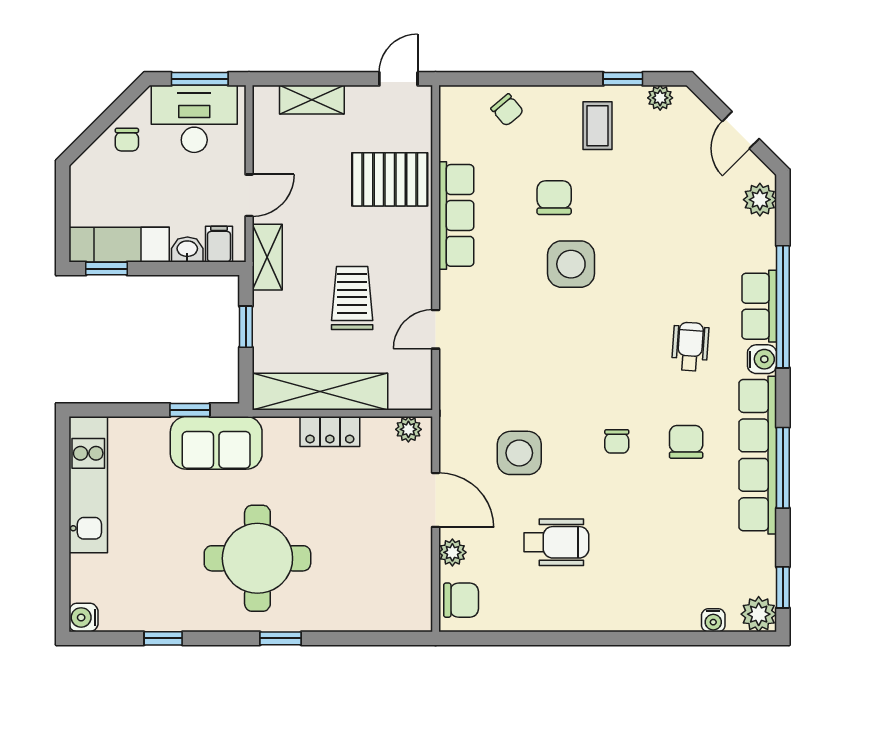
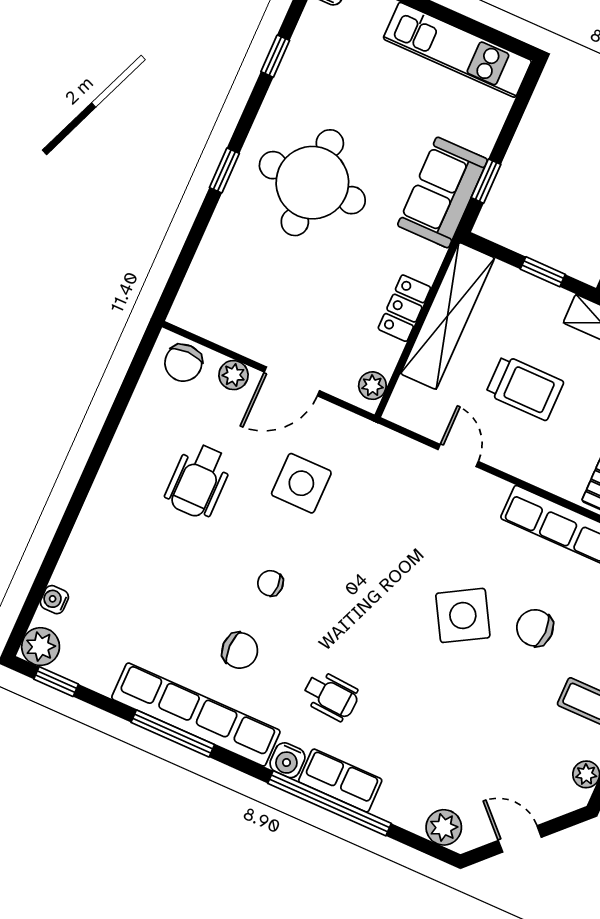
chair: (554, 198) -> (535, 628), turned 180
side table: (571, 264) -> (463, 615), turned -30

